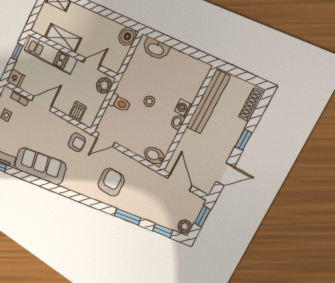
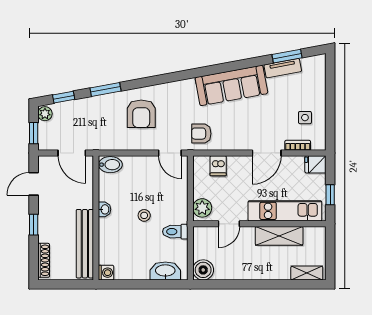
toilet: (119, 103) -> (175, 232), moved
washing machine: (183, 108) -> (106, 273), moved
door: (106, 140) -> (170, 153), swing flipped

